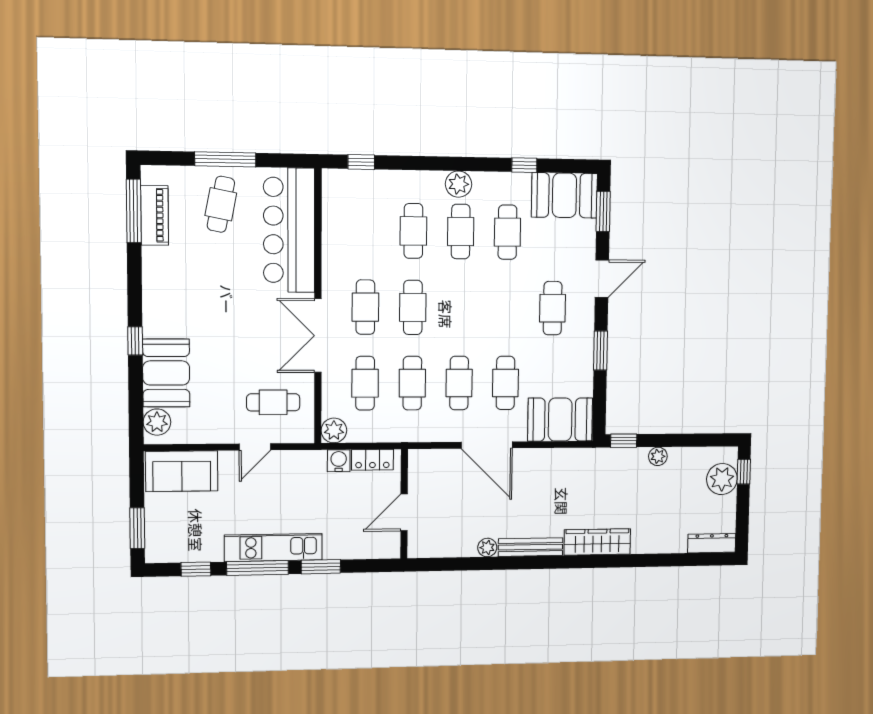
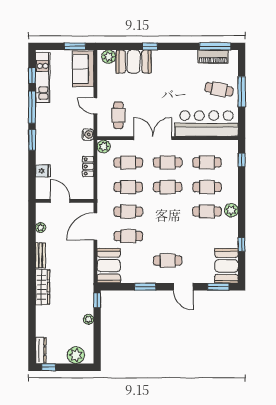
cafe table: (507, 232) -> (207, 162), moved
water cooler: (339, 461) -> (88, 135), moved
window: (744, 472) -> (49, 367), moved
wall: (404, 504) -> (65, 201), moved
door: (404, 512) -> (60, 201), moved
window: (137, 528) -> (75, 46), moved
fridge: (381, 545) -> (43, 171), added
bench: (531, 547) -> (40, 255), width x0.73
kitchen unit: (273, 548) -> (43, 77), moved

